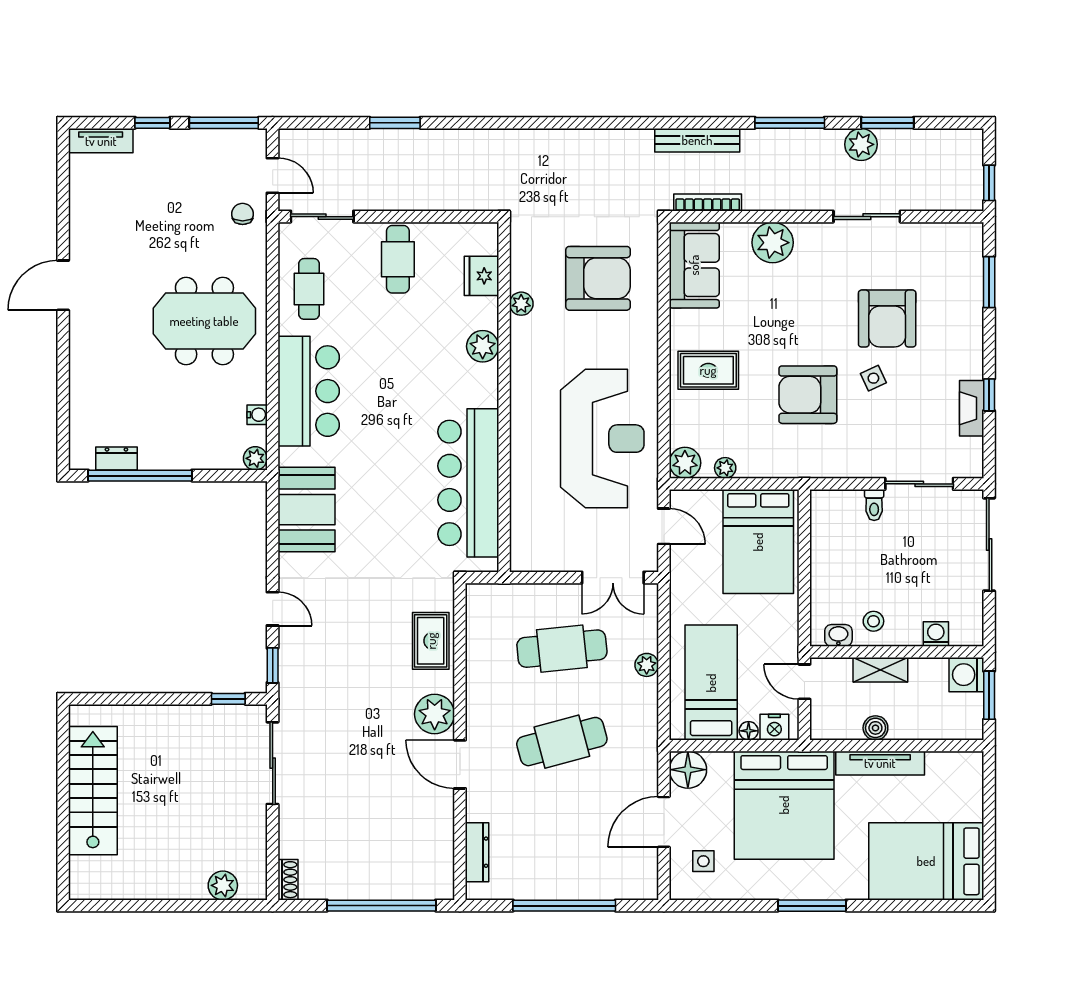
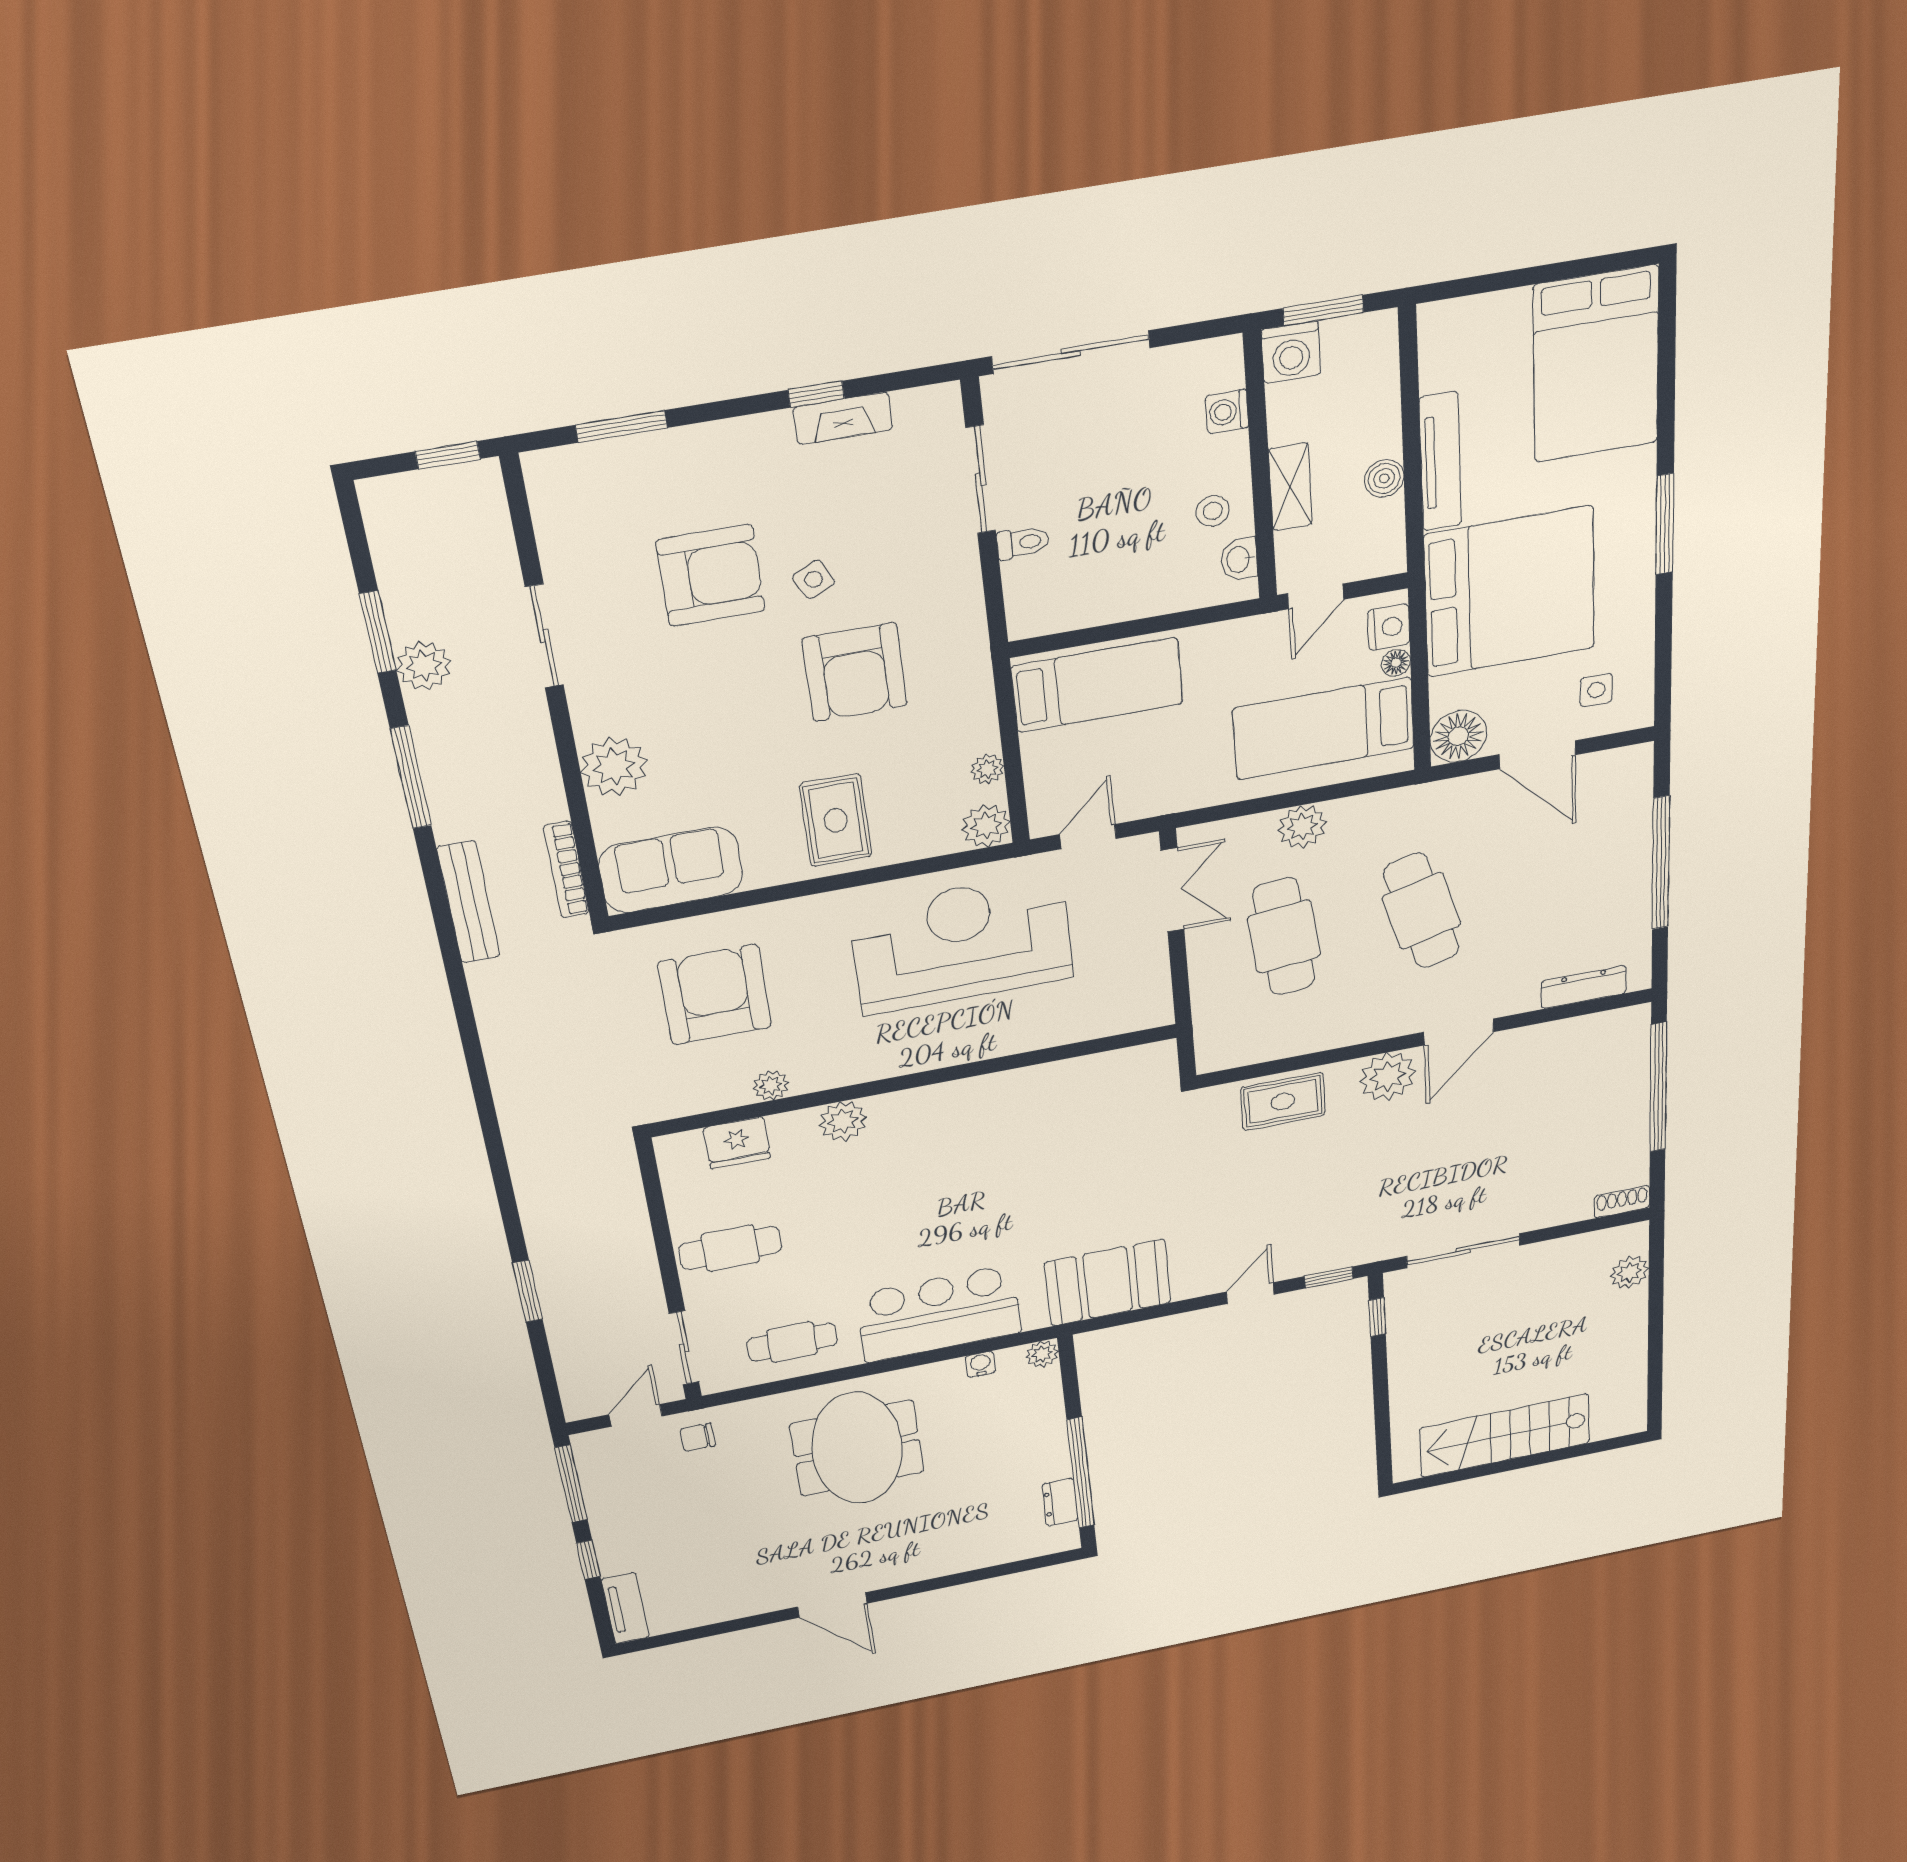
bar counter: (468, 483) -> (1049, 1100), removed
bed: (758, 542) -> (1097, 685), width x0.67
plant: (647, 665) -> (1302, 827), width x1.38, depth x1.38

